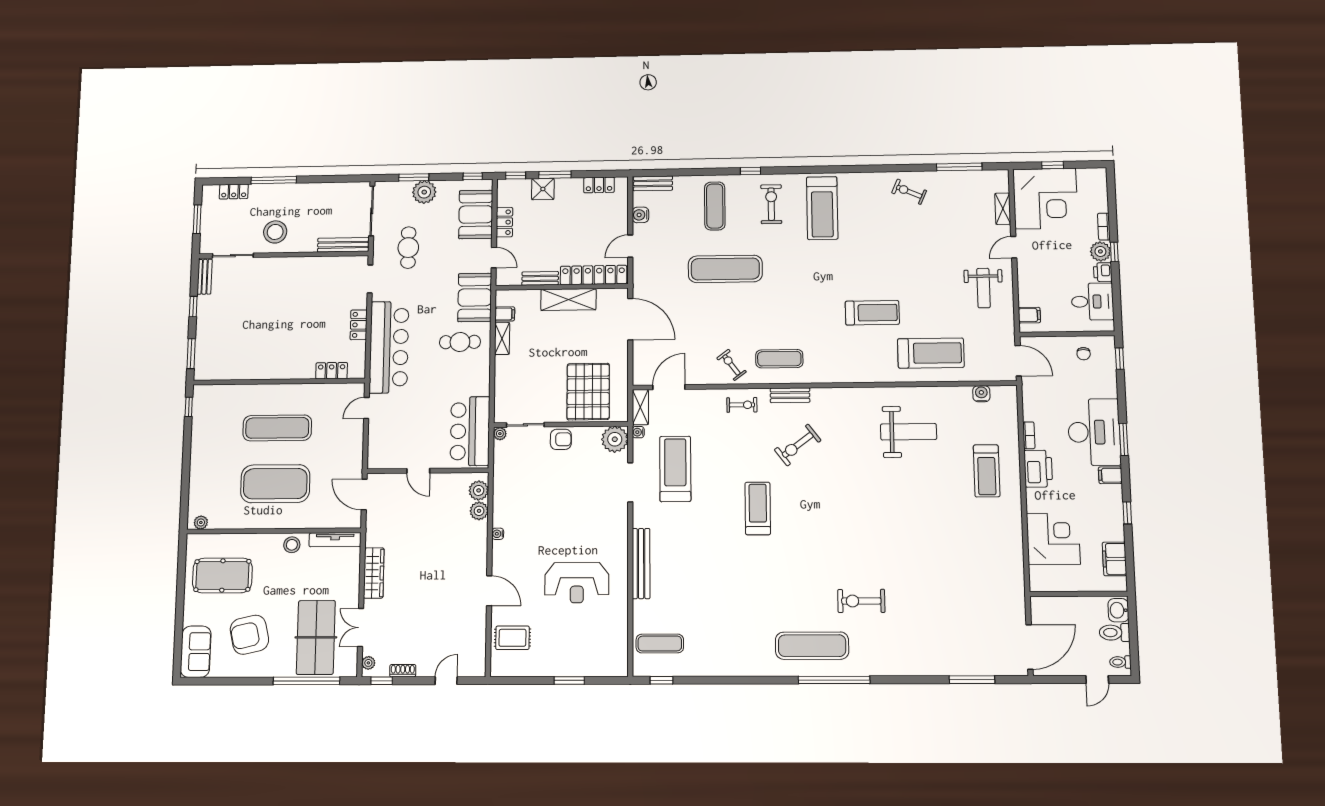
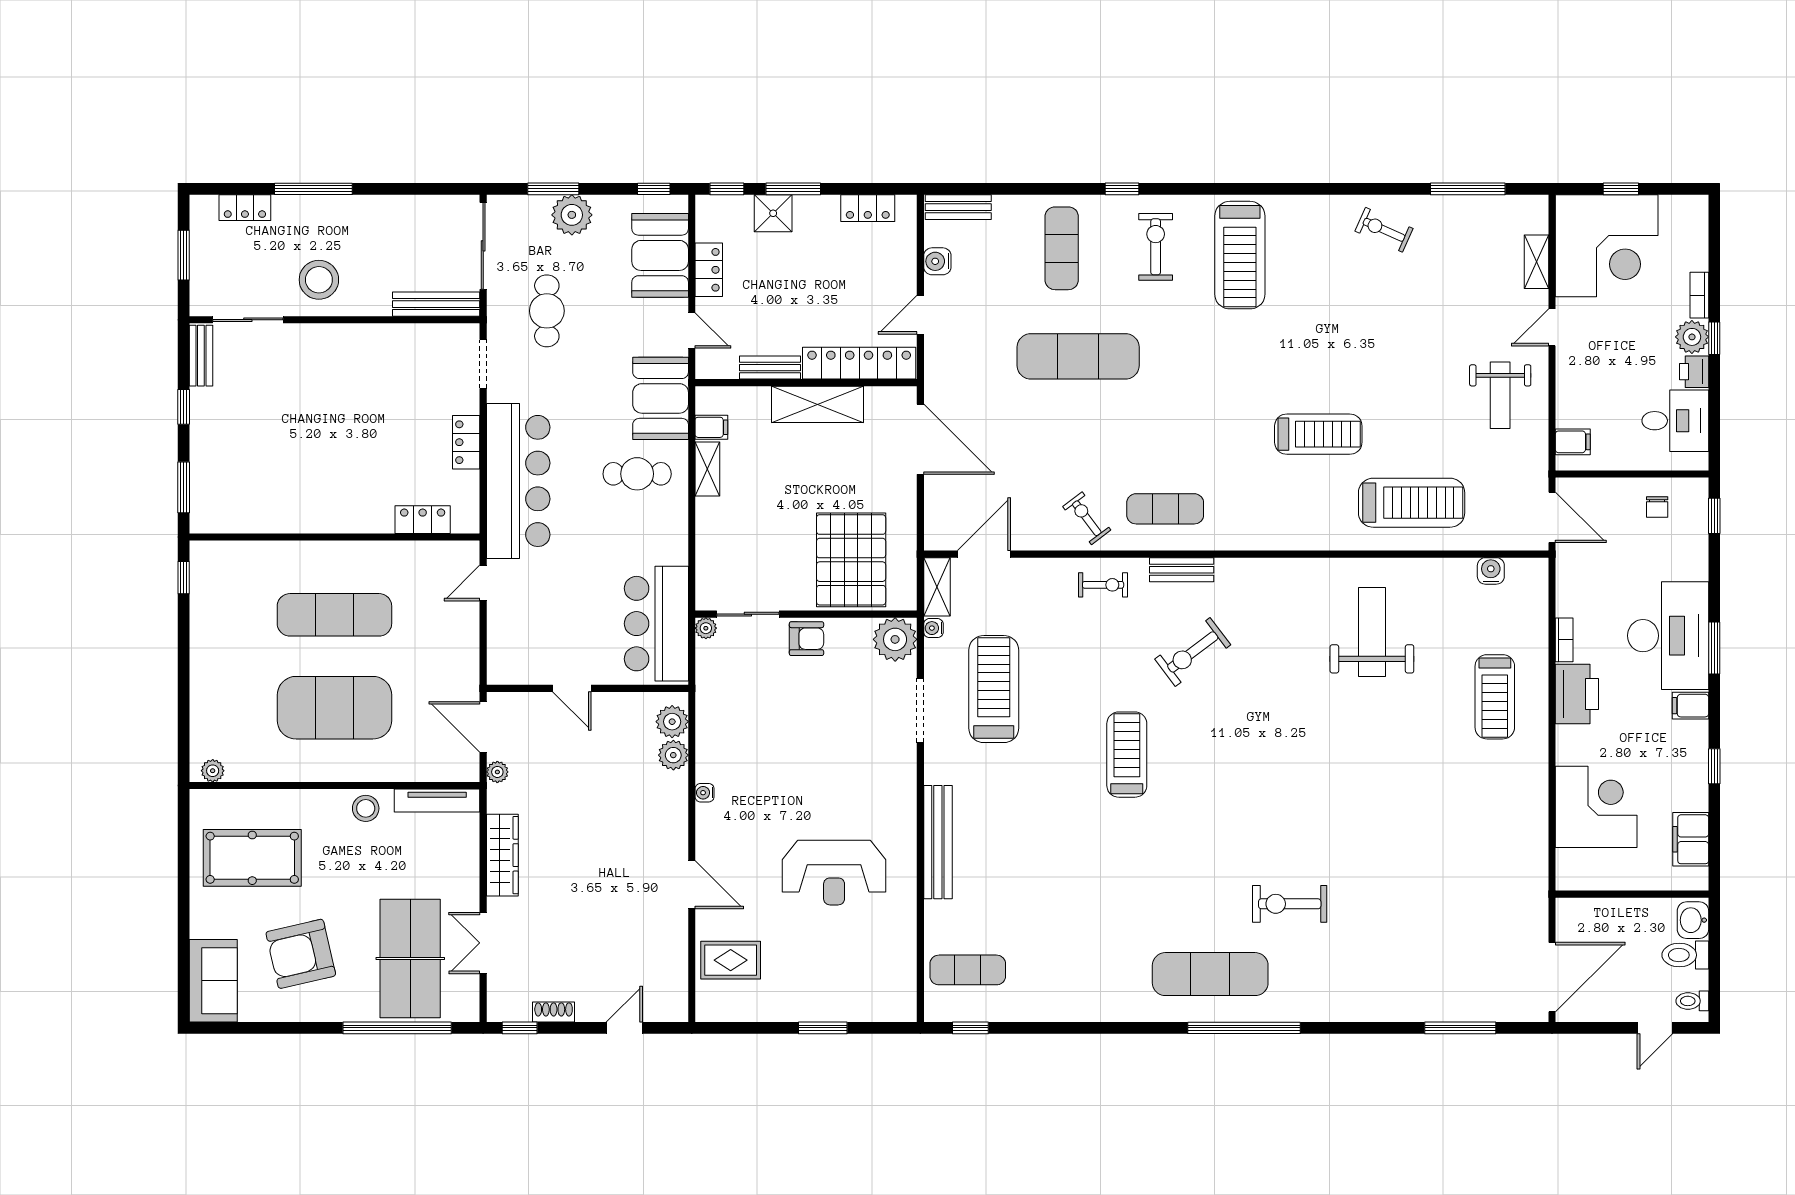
weight bench: (909, 432) -> (1372, 632), turned -90
plant: (368, 663) -> (497, 772), moved

